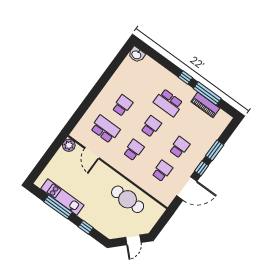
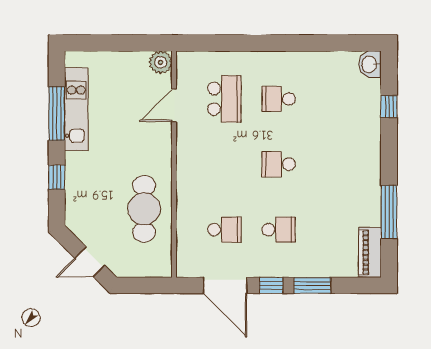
window: (185, 78) -> (389, 107), moved
school desk: (168, 103) -> (333, 164), removed
school desk: (122, 105) -> (279, 99), turned 180
piano: (205, 105) -> (370, 252), moved
school desk: (151, 126) -> (279, 164), turned 180
school desk: (134, 150) -> (224, 164), removed

